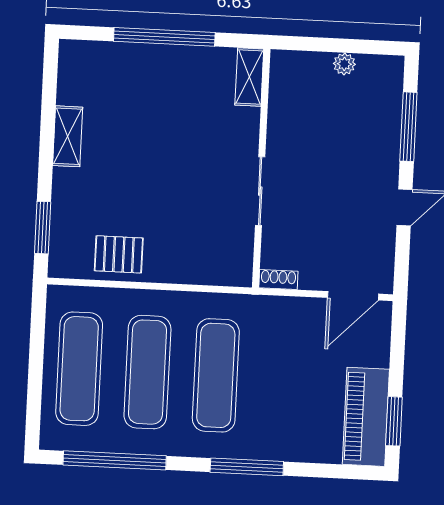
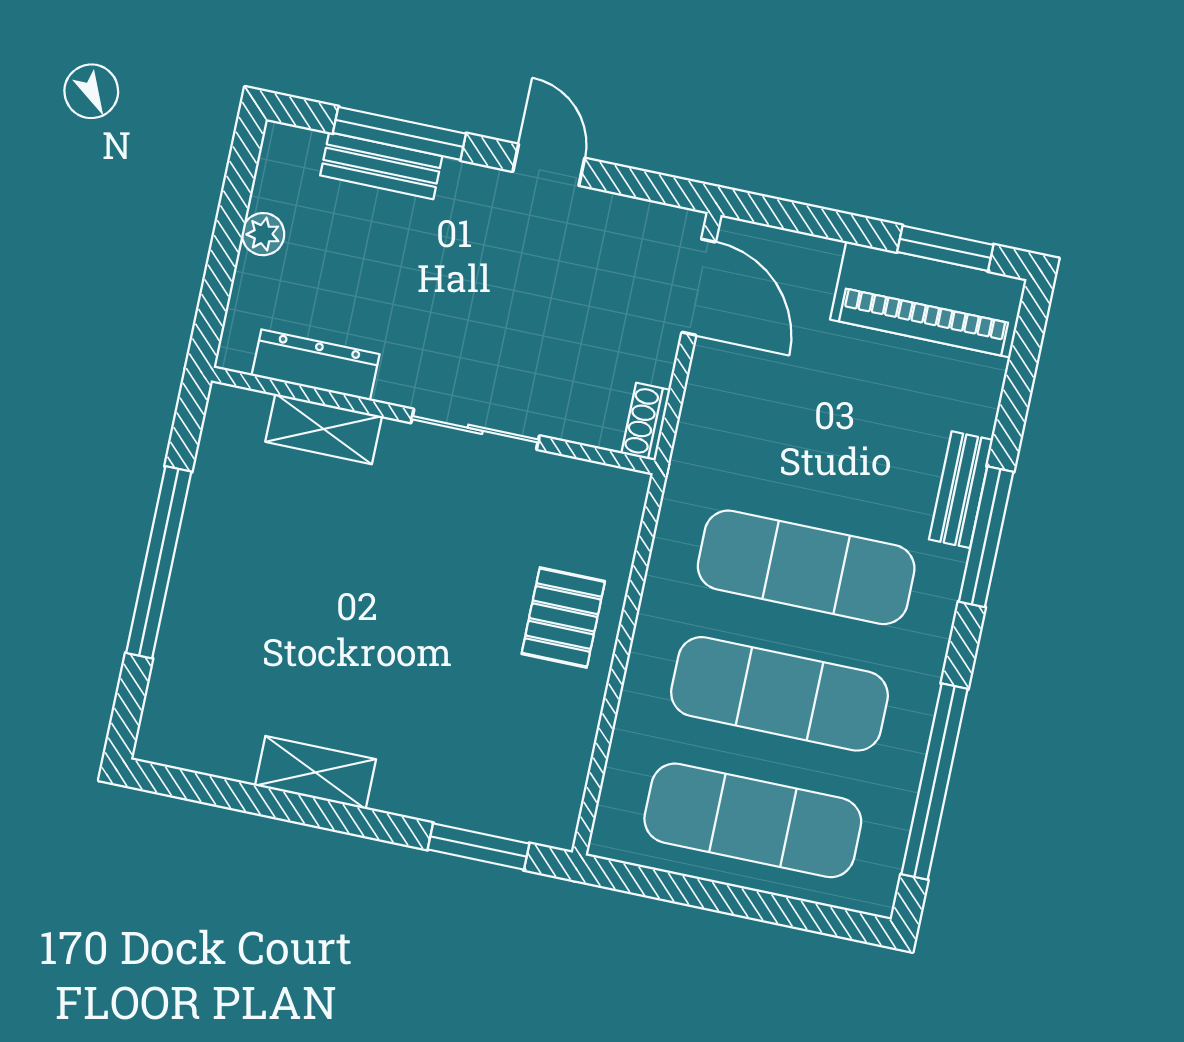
shelving: (249, 77) -> (324, 429), moved
dresser: (280, 102) -> (316, 365), added
bench: (390, 120) -> (381, 166), added
pallet: (119, 254) -> (563, 617), moved
bench: (269, 450) -> (961, 490), added

